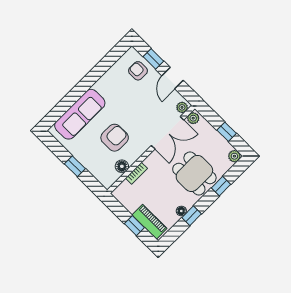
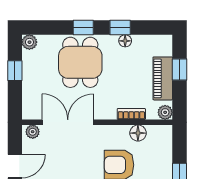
plant: (193, 118) -> (165, 112), moved
window: (221, 186) -> (83, 28), moved
piano: (149, 222) -> (163, 78), moved

